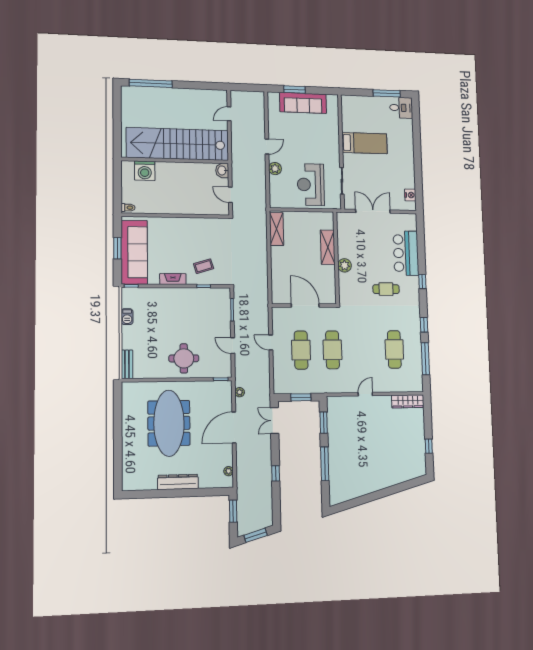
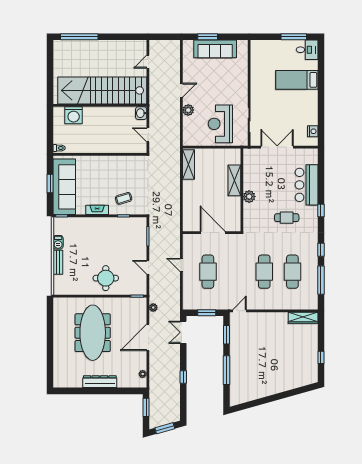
bed: (365, 143) -> (297, 80), moved, turned 180
cafe table: (332, 350) -> (264, 272), moved
bench: (127, 364) -> (58, 262), moved
door: (365, 394) -> (240, 311), moved

